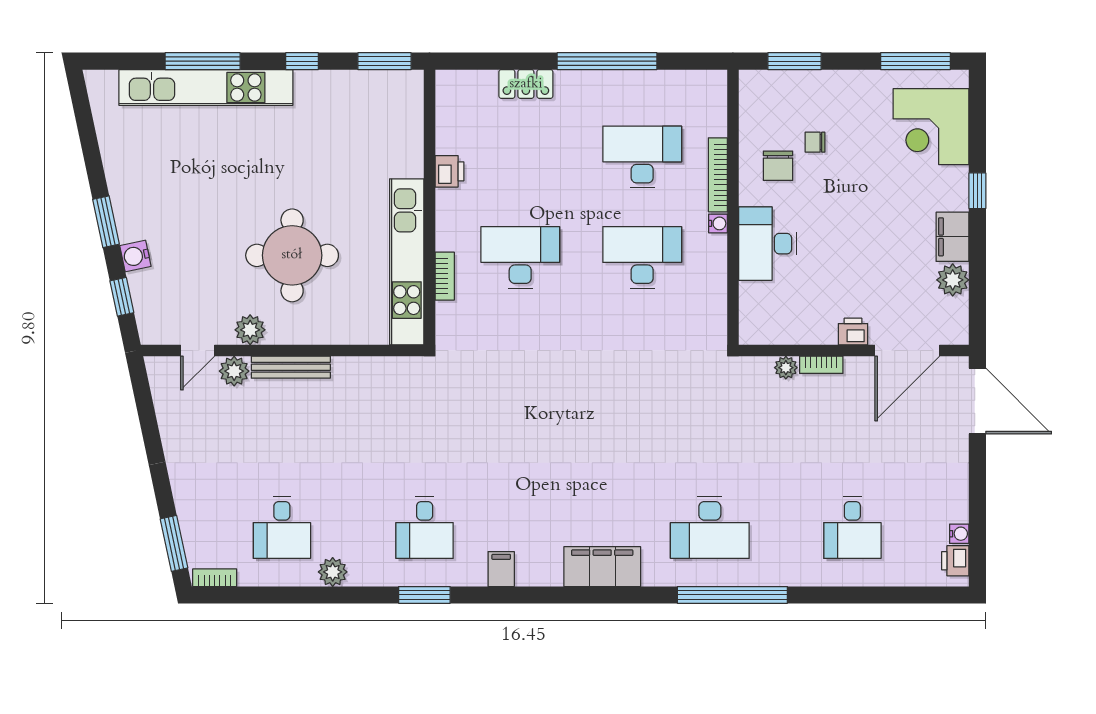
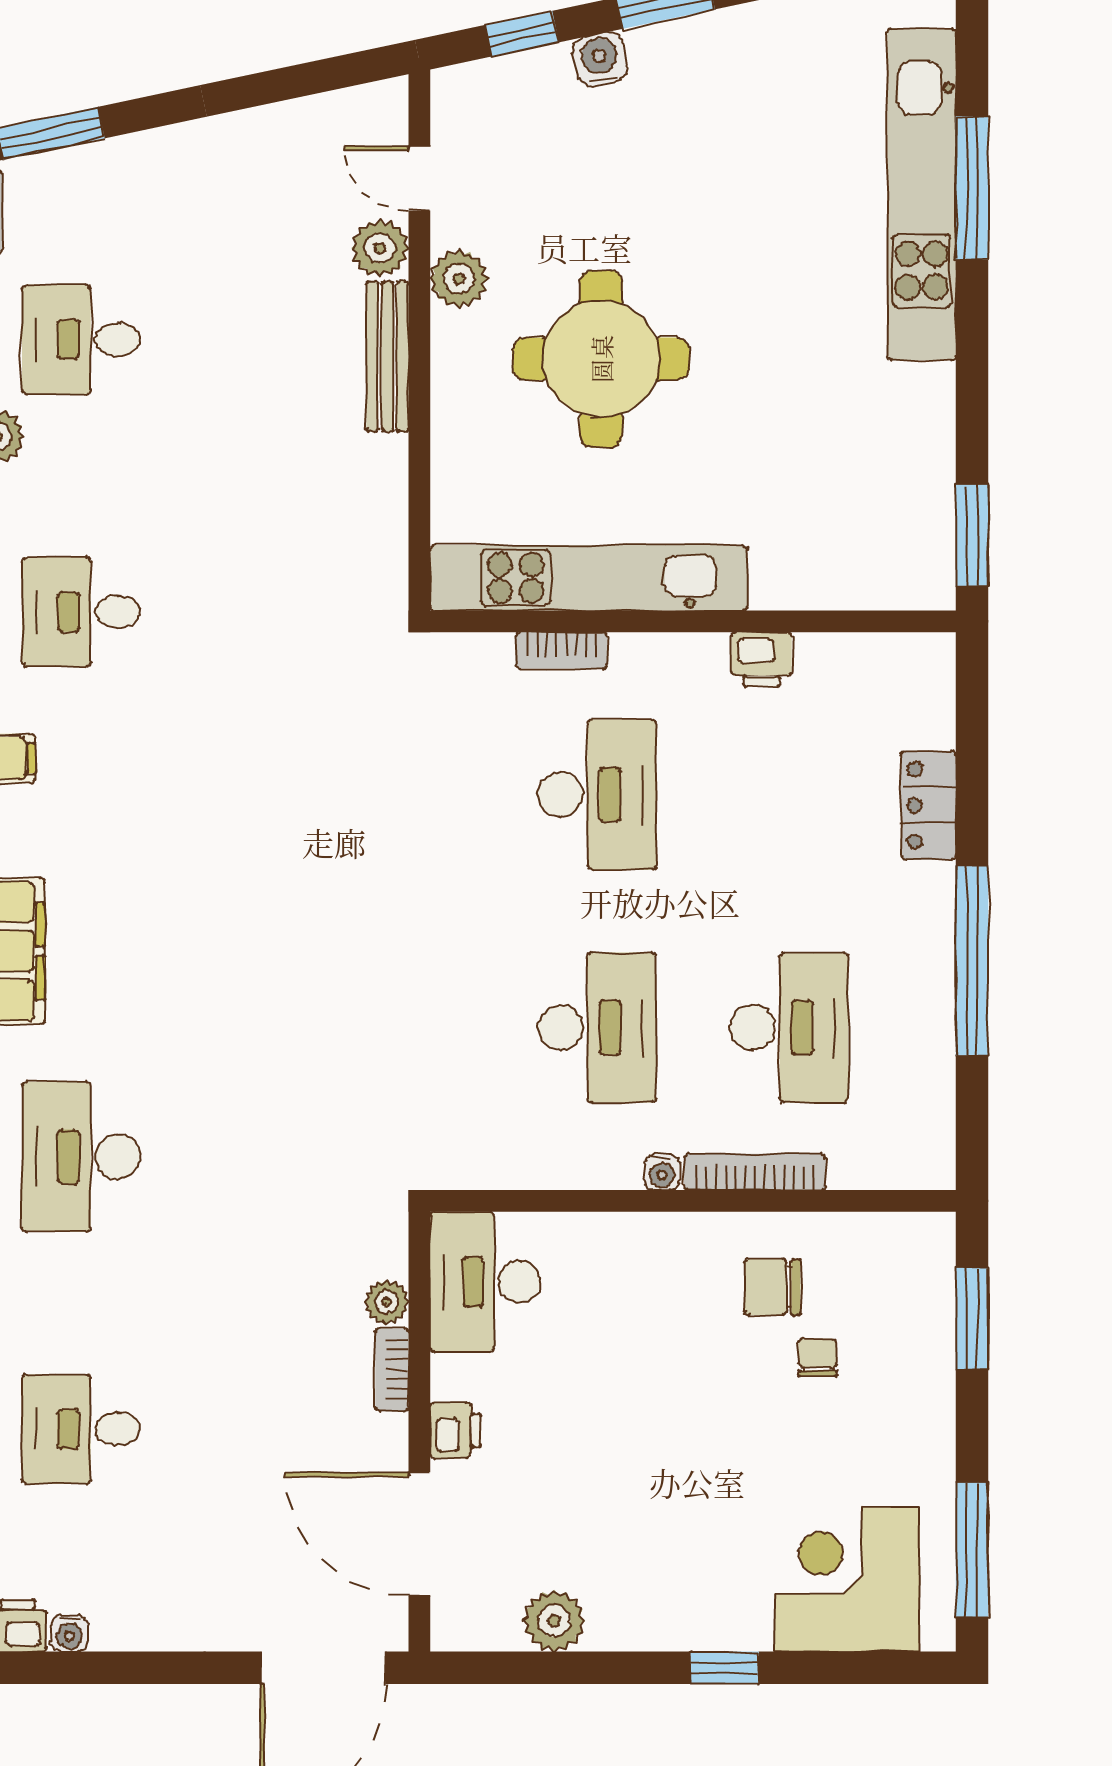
window: (302, 61) -> (972, 378), removed
filing cabinet: (952, 237) -> (636, 1620), removed
desk: (767, 244) -> (485, 1282), moved, turned -90

